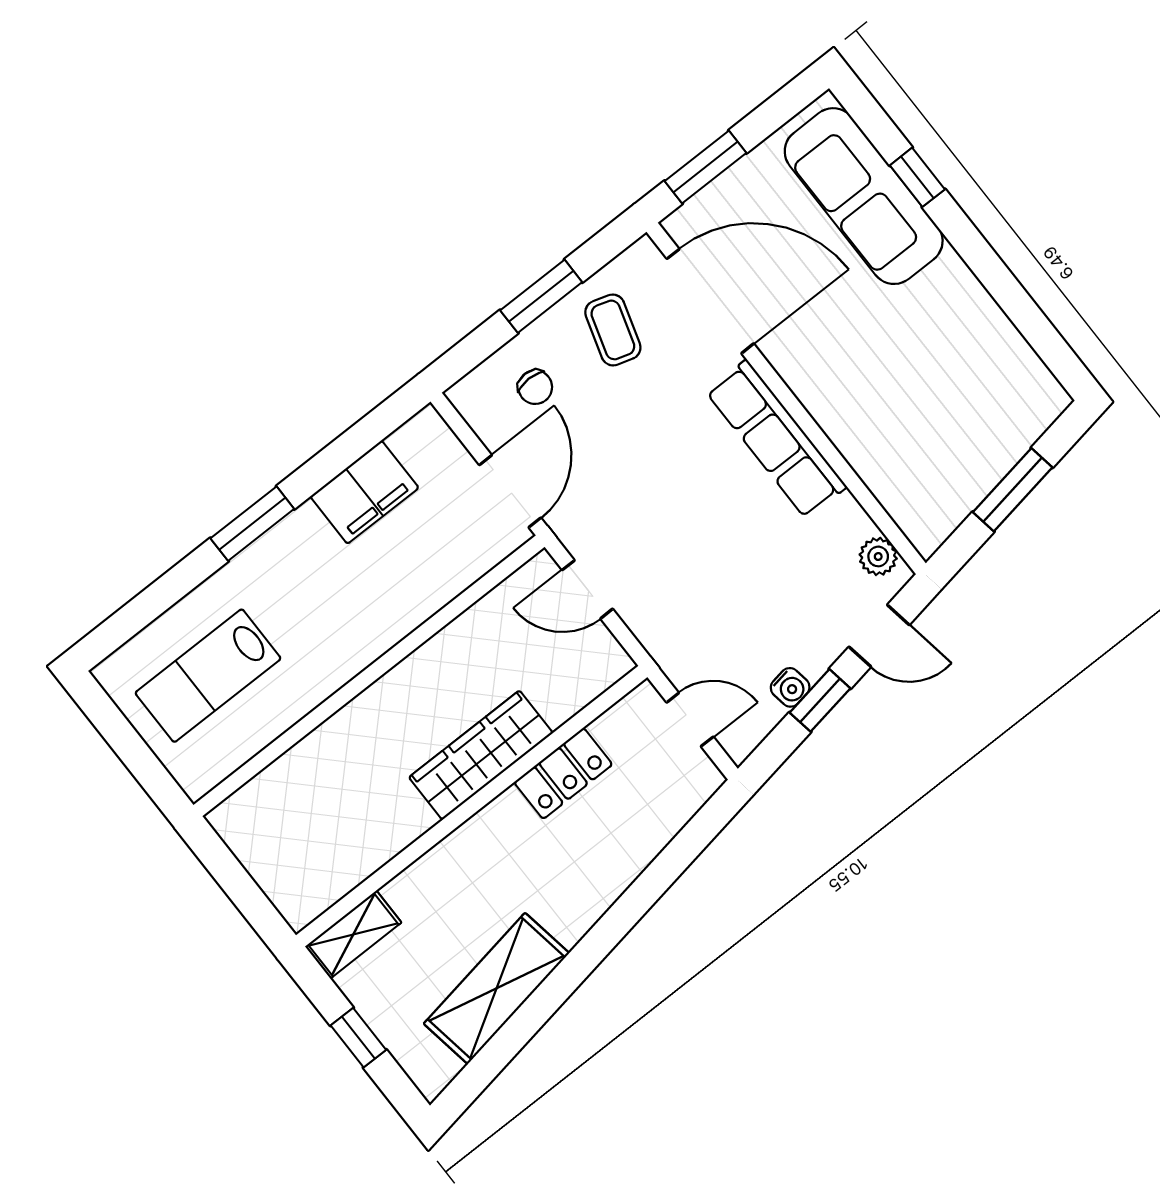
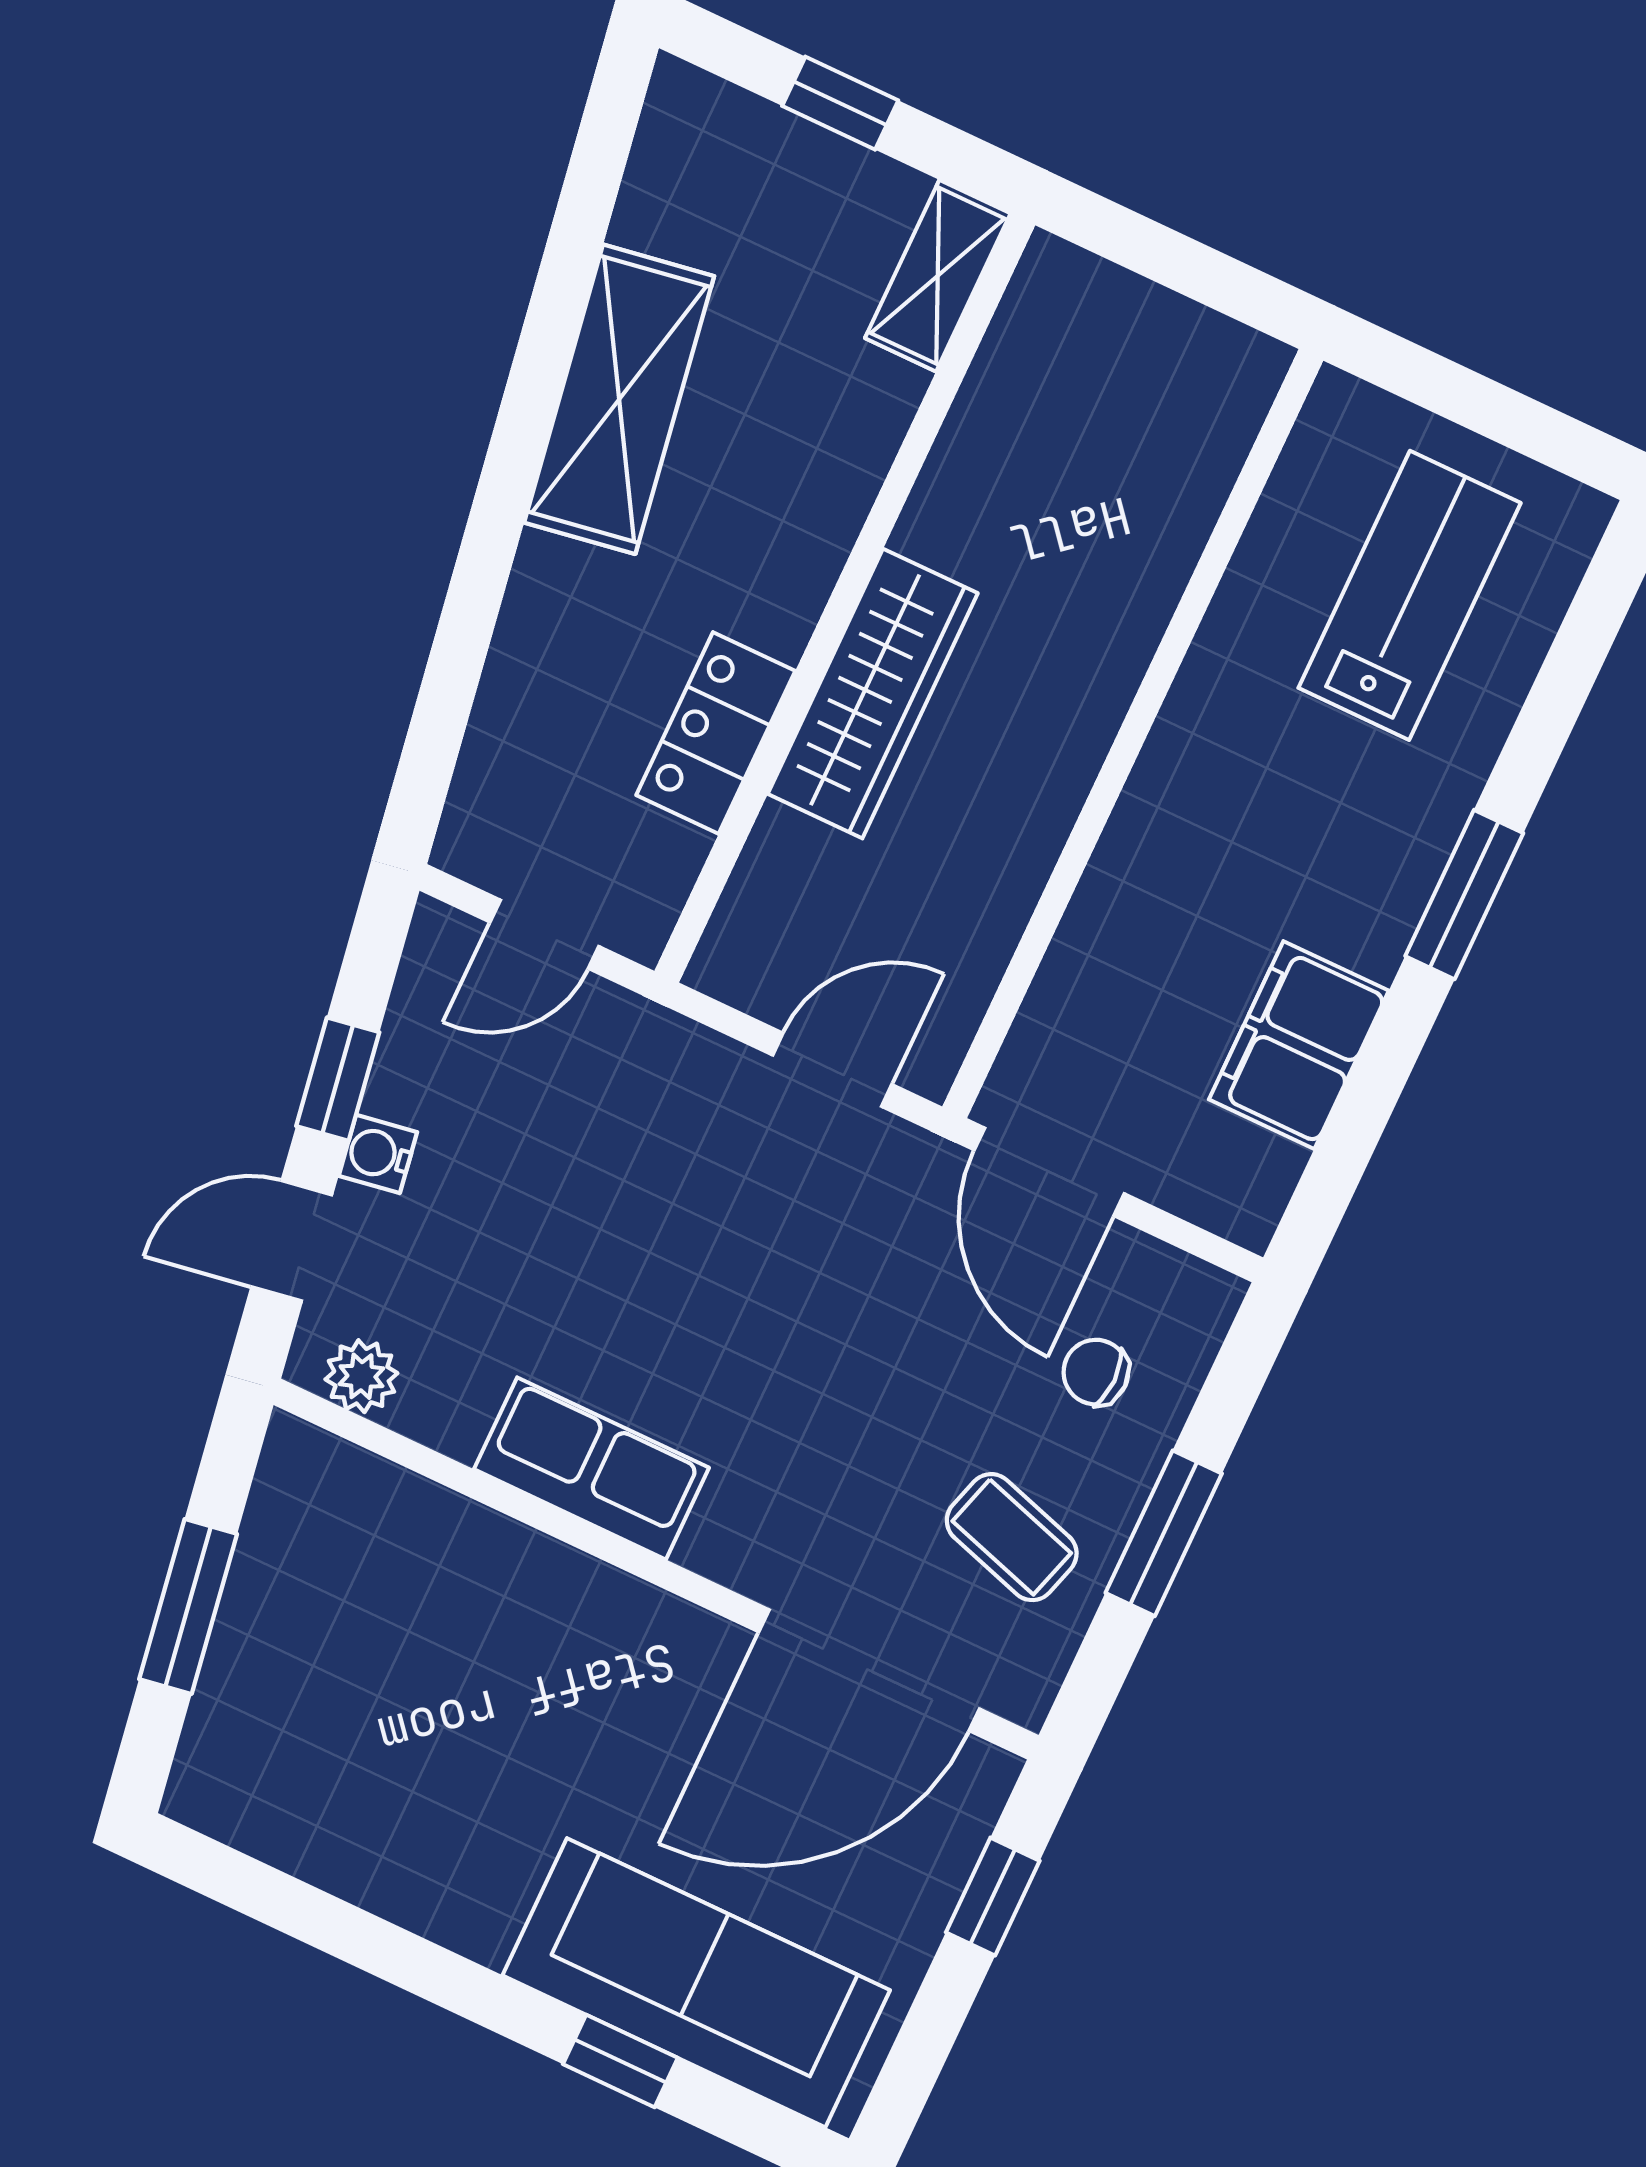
window: (706, 167) -> (993, 1897), width x0.67
row of seats: (776, 439) -> (591, 1468), width x0.68
water cooler: (790, 687) -> (378, 1154), moved
shelving: (496, 988) -> (619, 399), moved

